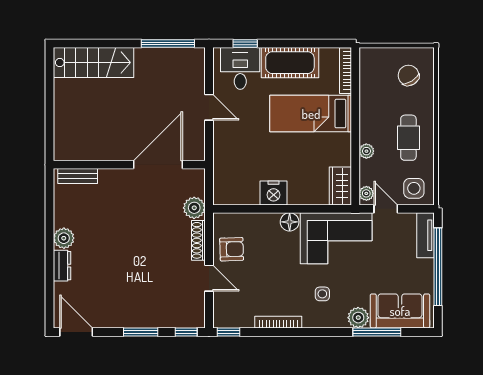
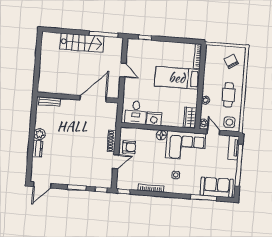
stairs: (93, 63) -> (82, 43), moved
cot: (290, 63) -> (168, 50), removed
desk: (240, 68) -> (136, 112), moved, turned 180
plant: (194, 208) -> (111, 123), removed
door: (209, 278) -> (116, 162), hinge flipped
plant: (358, 318) -> (194, 189), removed
door: (76, 332) -> (42, 185), swing flipped

